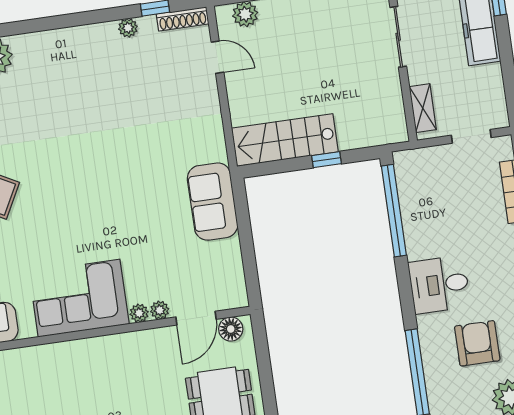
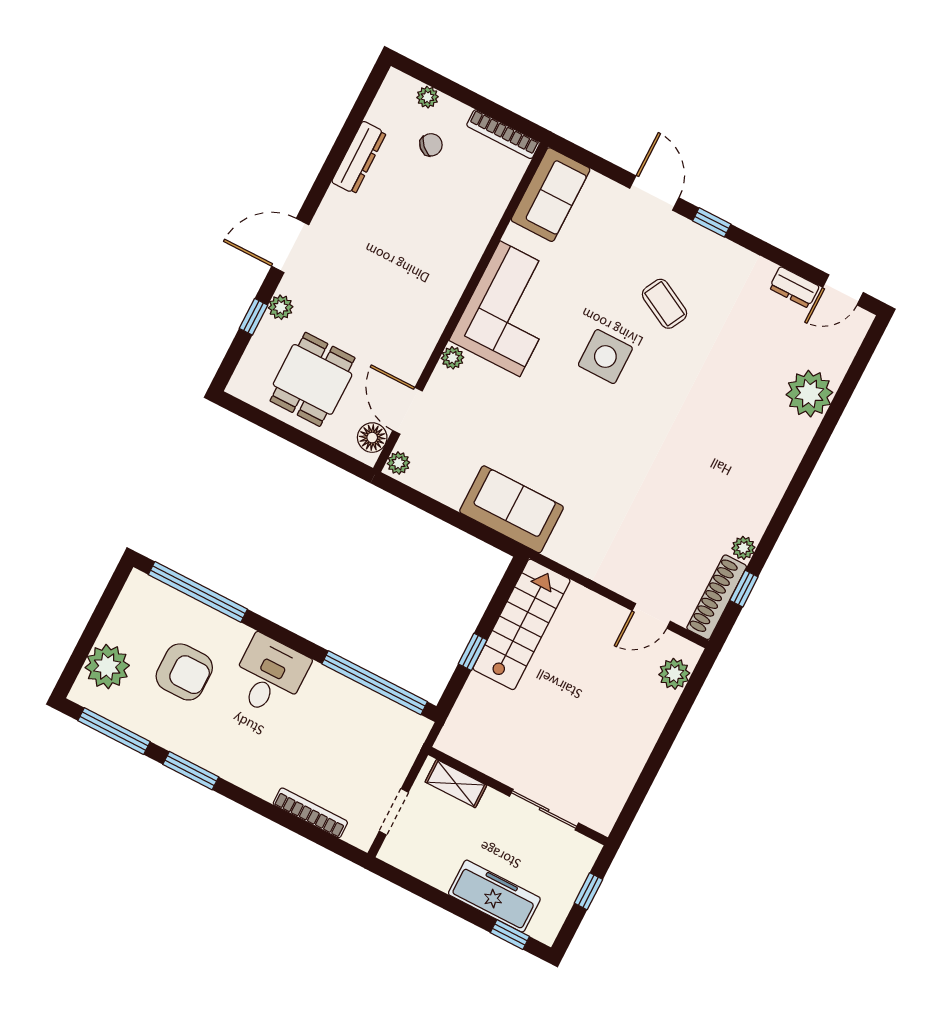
shoe rack: (183, 19) -> (717, 597), width x1.36, depth x1.24
side table: (65, 211) -> (605, 357), added
plant: (160, 310) -> (398, 463), moved

